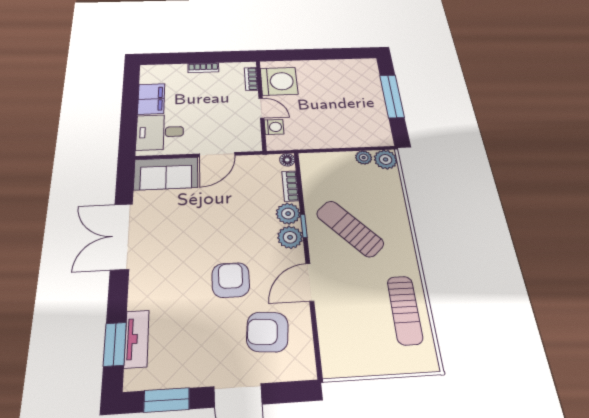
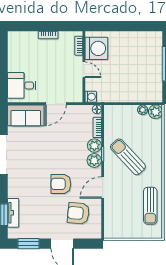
filing cabinet: (151, 99) -> (16, 59), removed
washing machine: (274, 127) -> (91, 97), moved
armchair: (231, 280) -> (61, 184), turned -90

